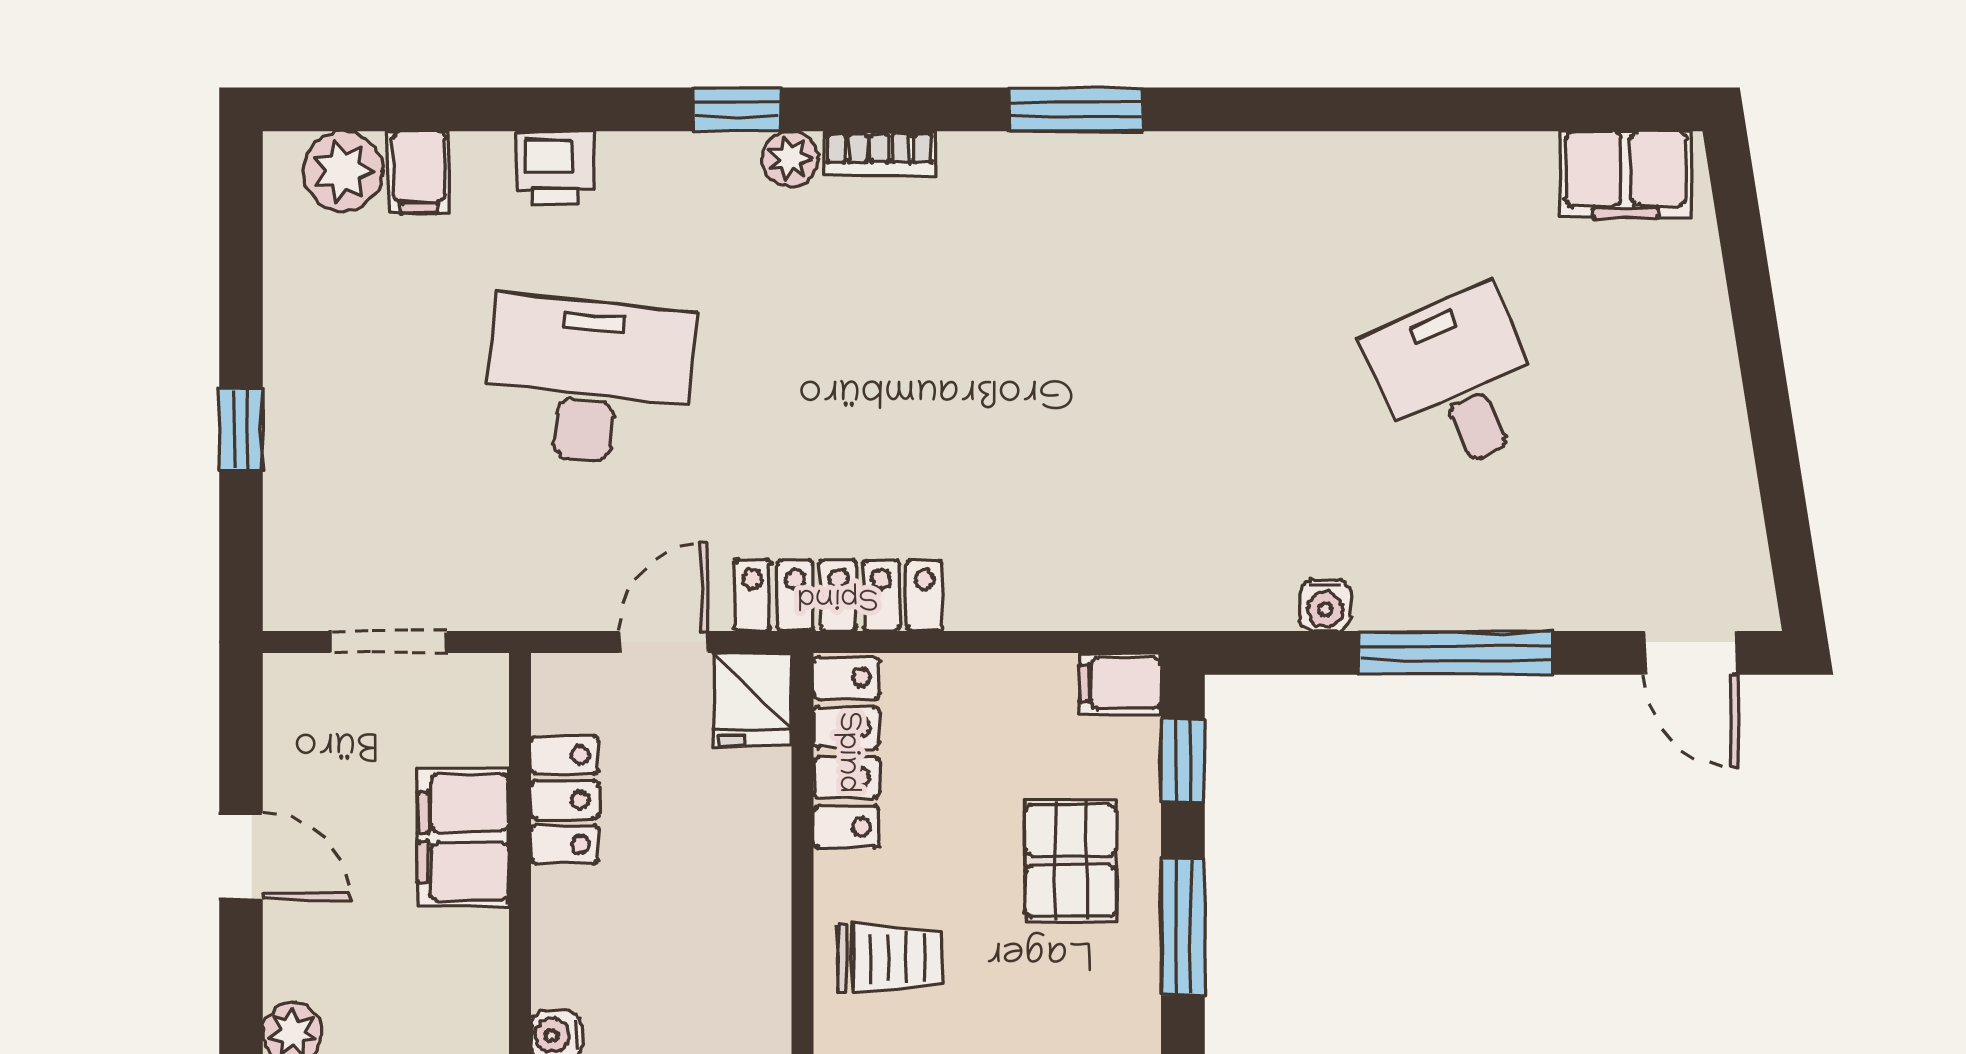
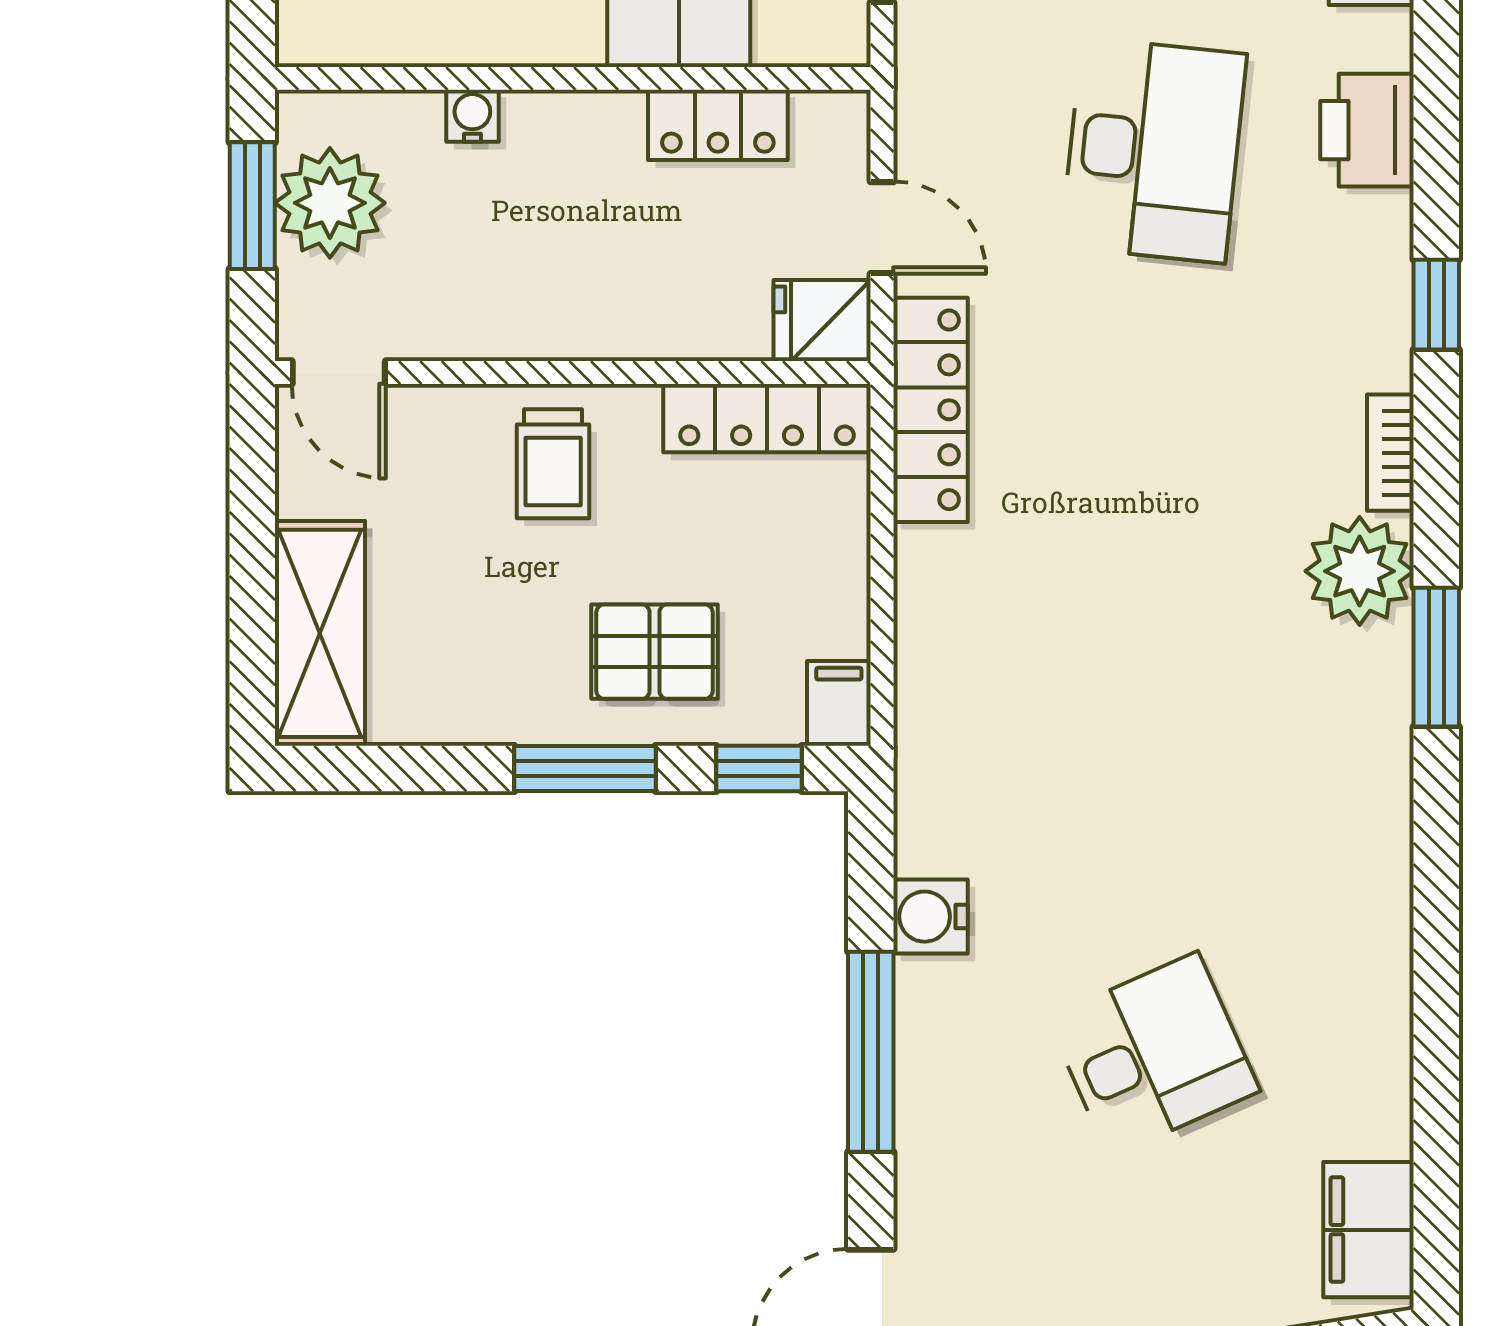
plant: (790, 159) -> (1360, 571), moved, width x1.87, depth x1.87
printer: (555, 167) -> (1367, 130), width x1.36, depth x1.24
water cooler: (1325, 605) -> (930, 917), width x1.38, depth x1.38

